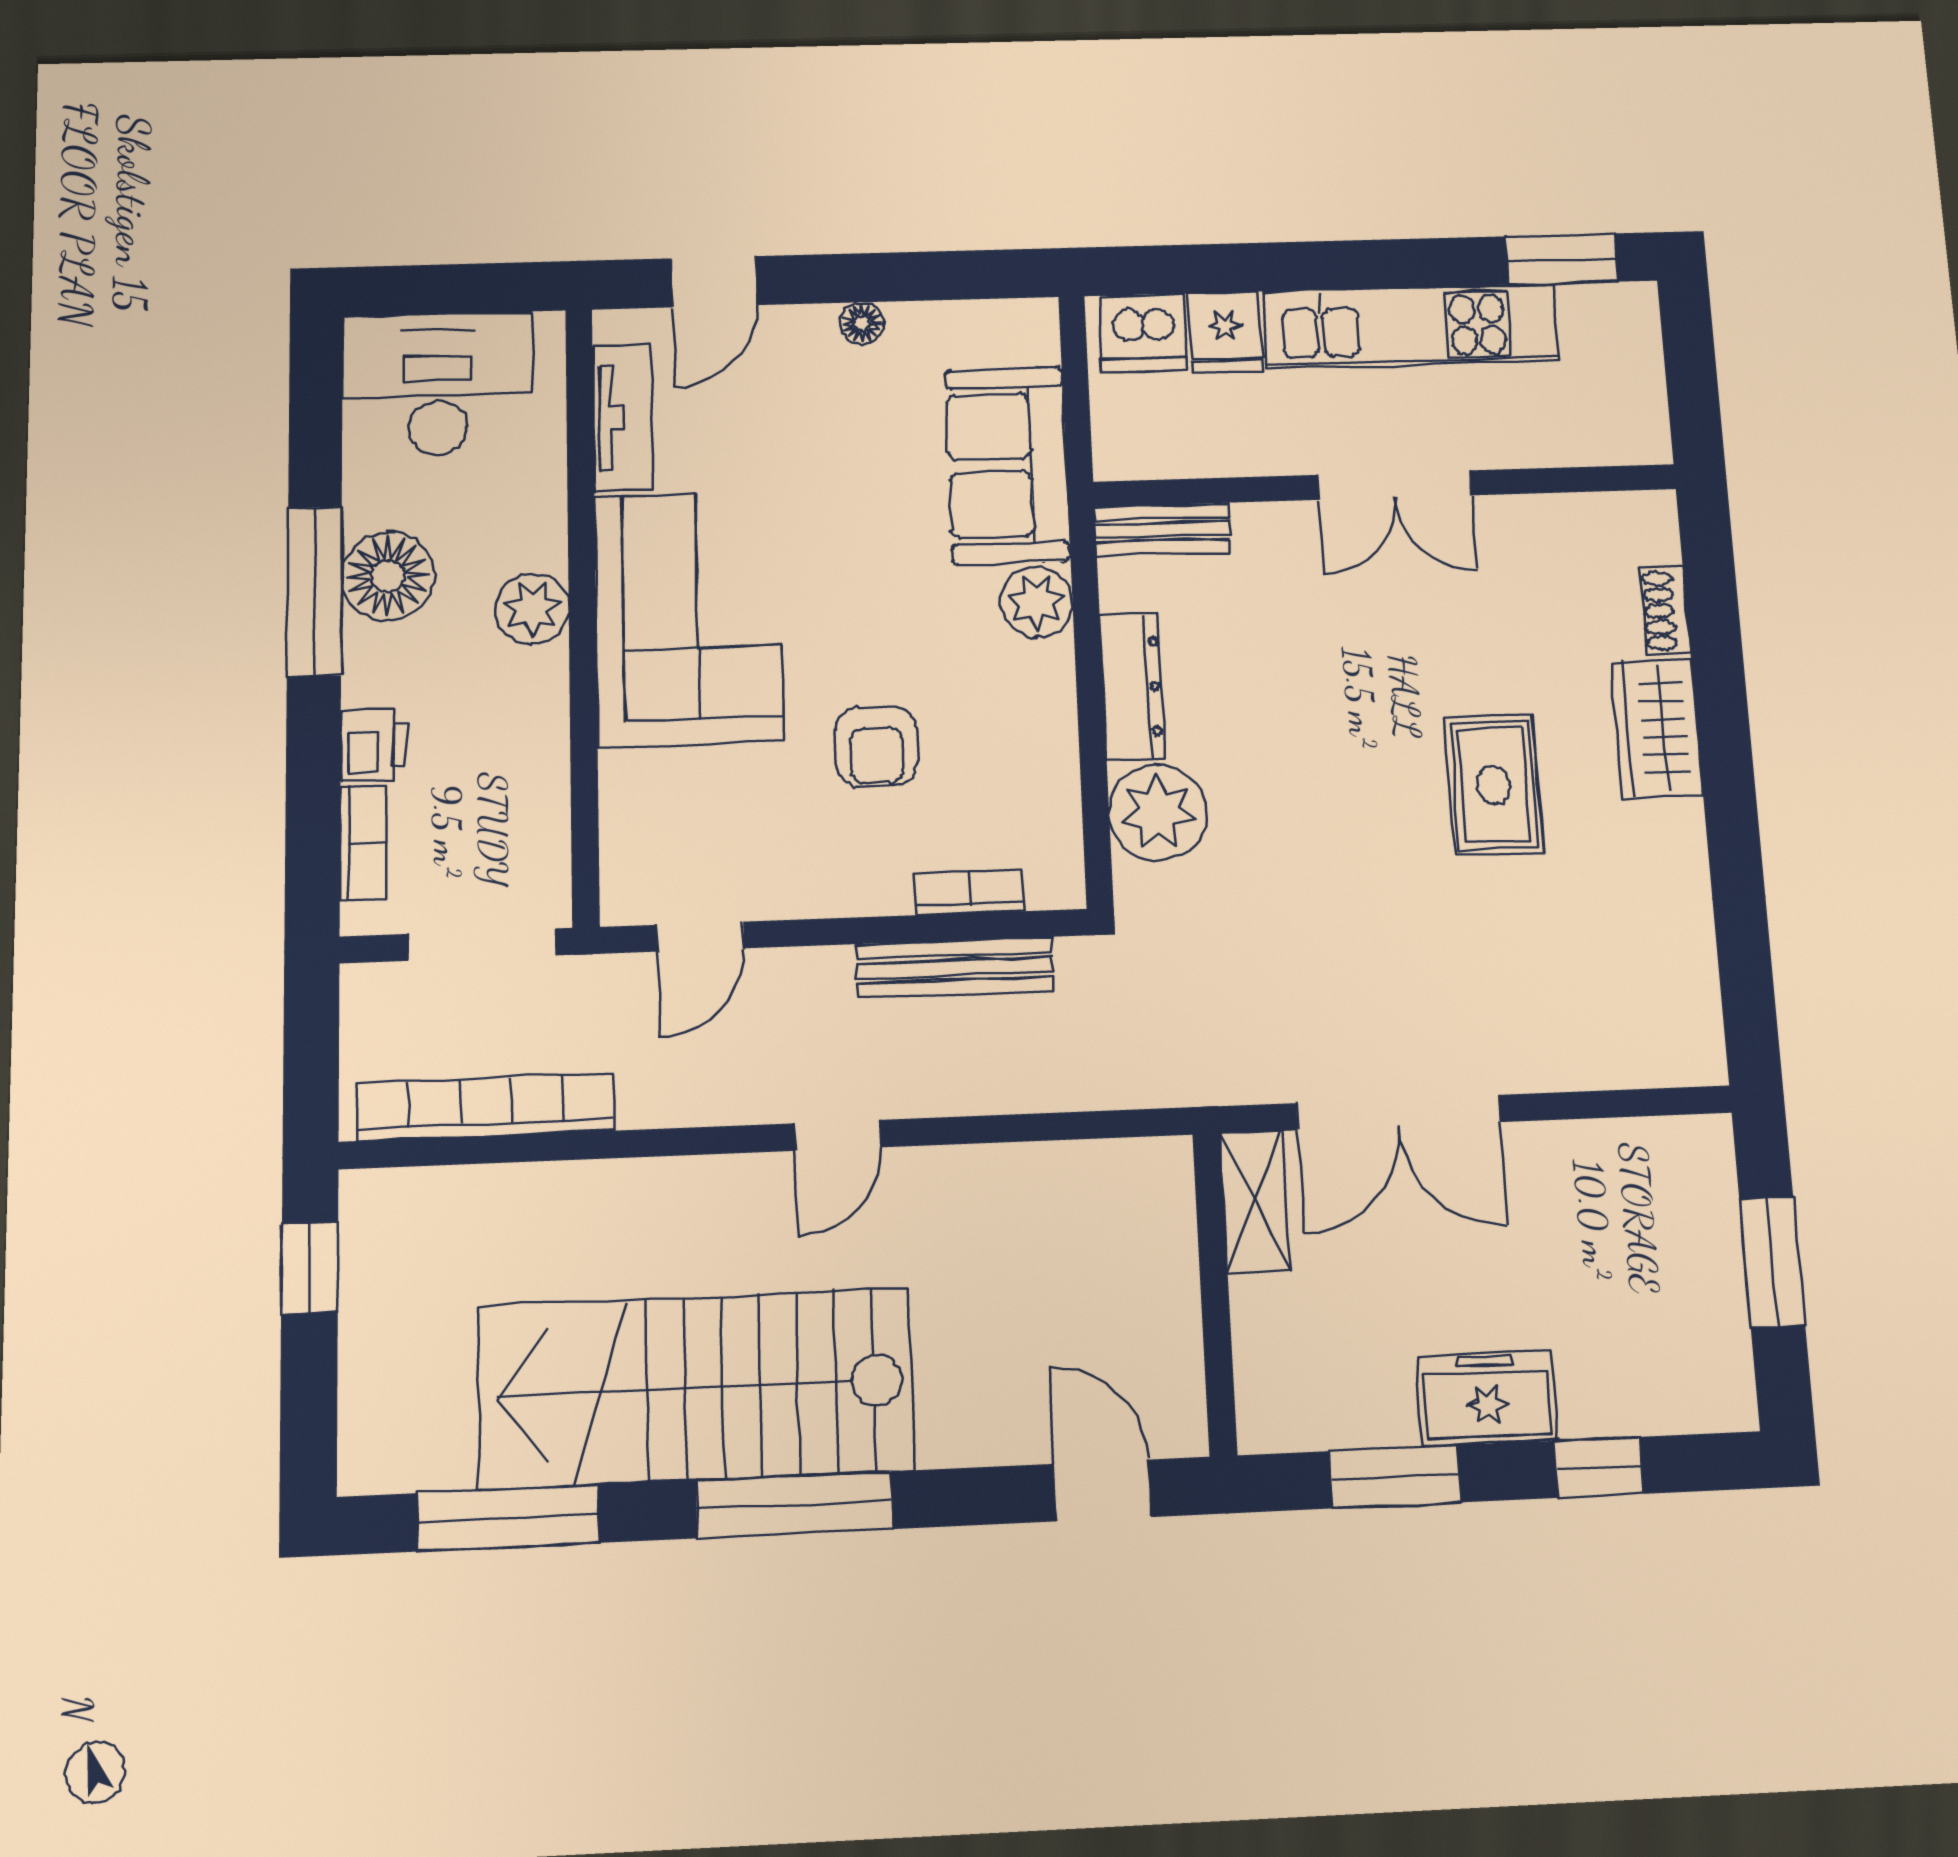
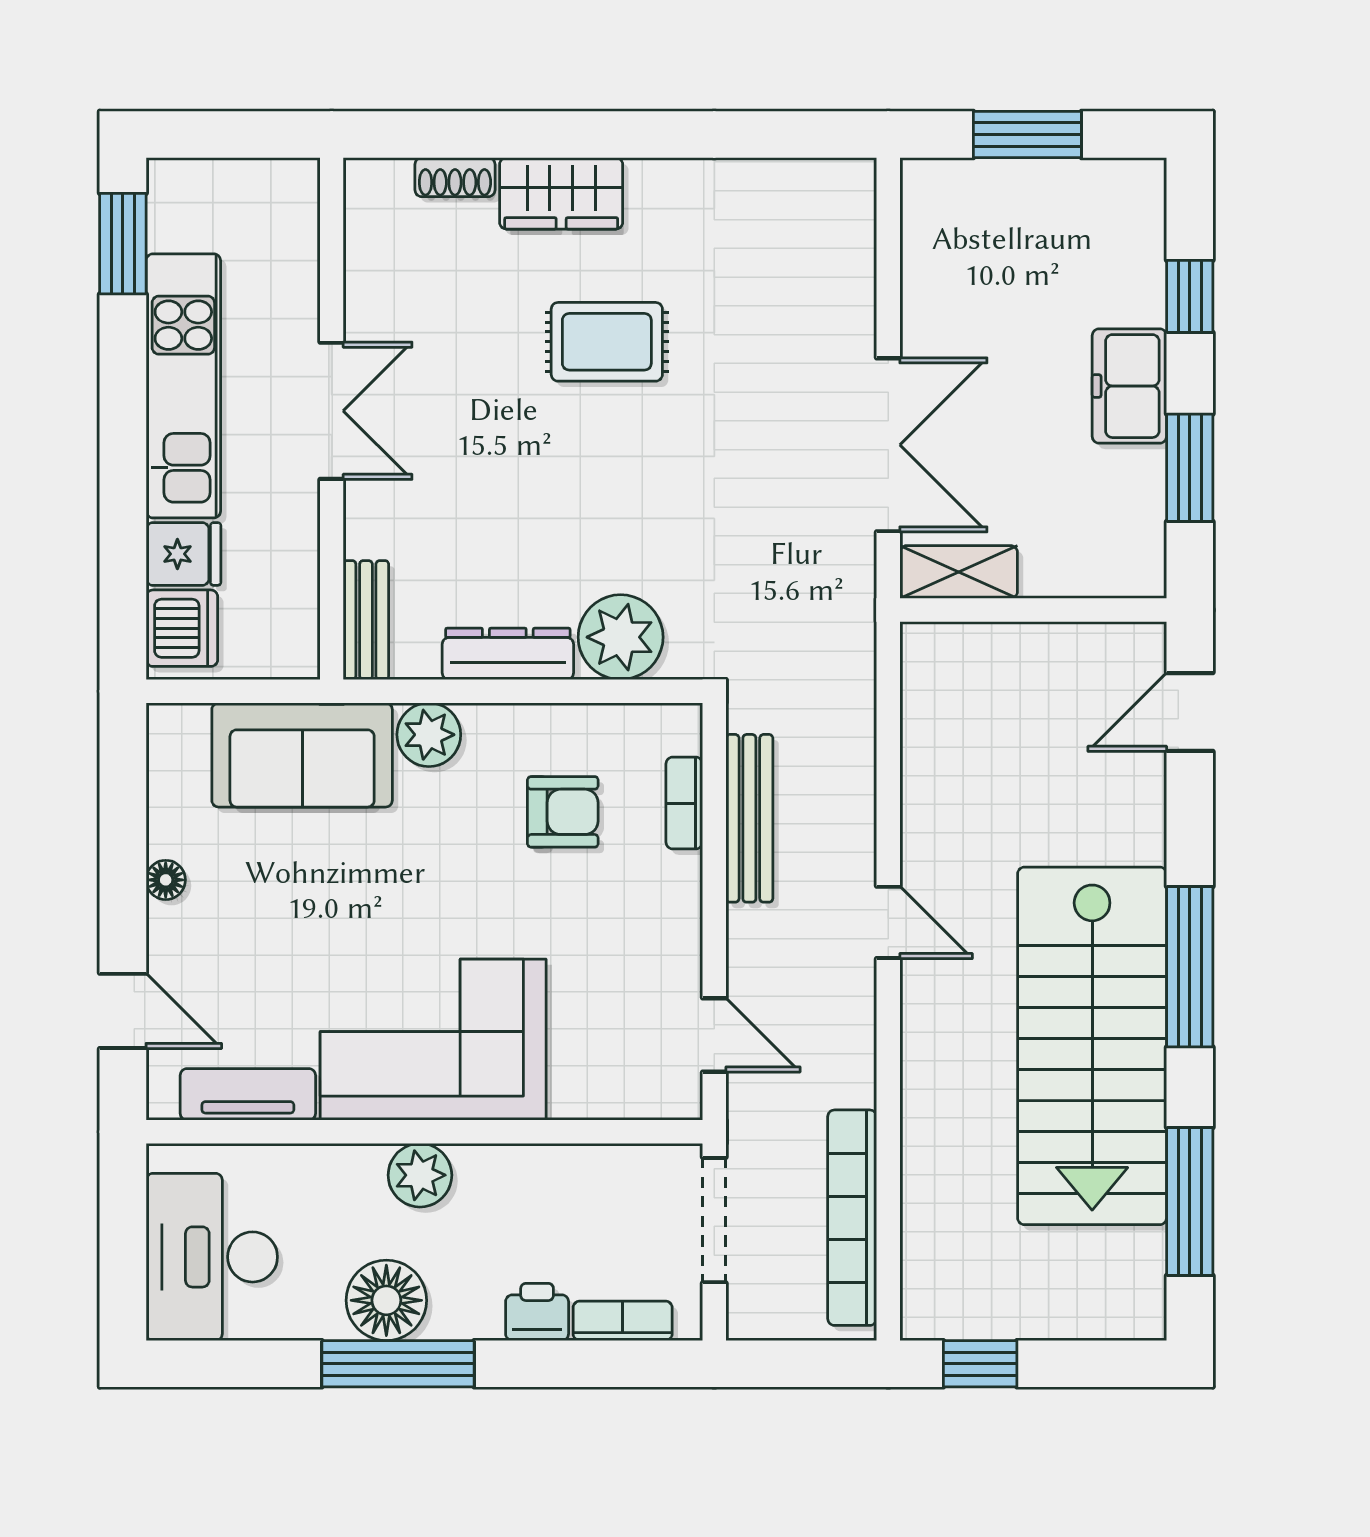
armchair: (877, 746) -> (563, 812), moved

